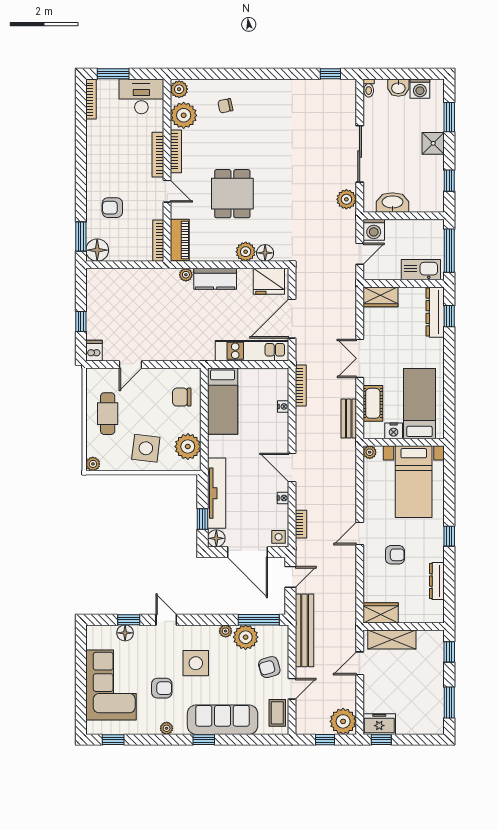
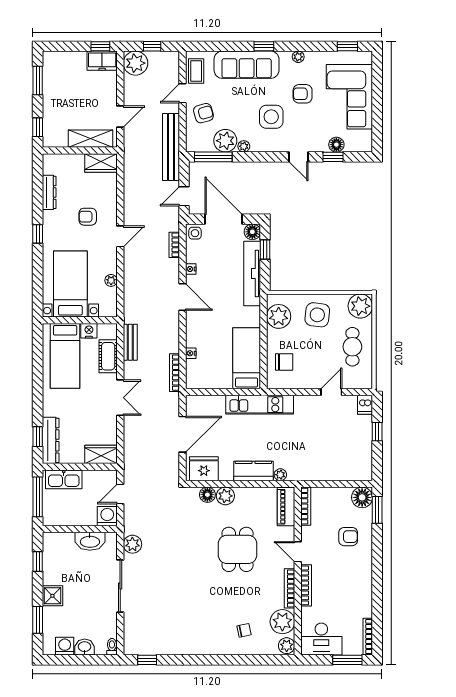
kitchen unit: (252, 351) -> (260, 405), moved
plant: (370, 452) -> (111, 280), moved
plant: (93, 464) -> (360, 306), width x1.87, depth x1.87

